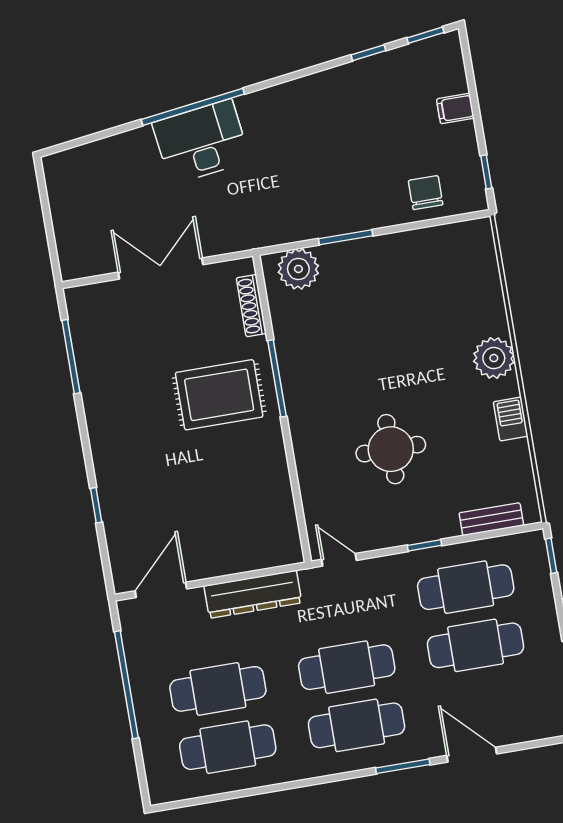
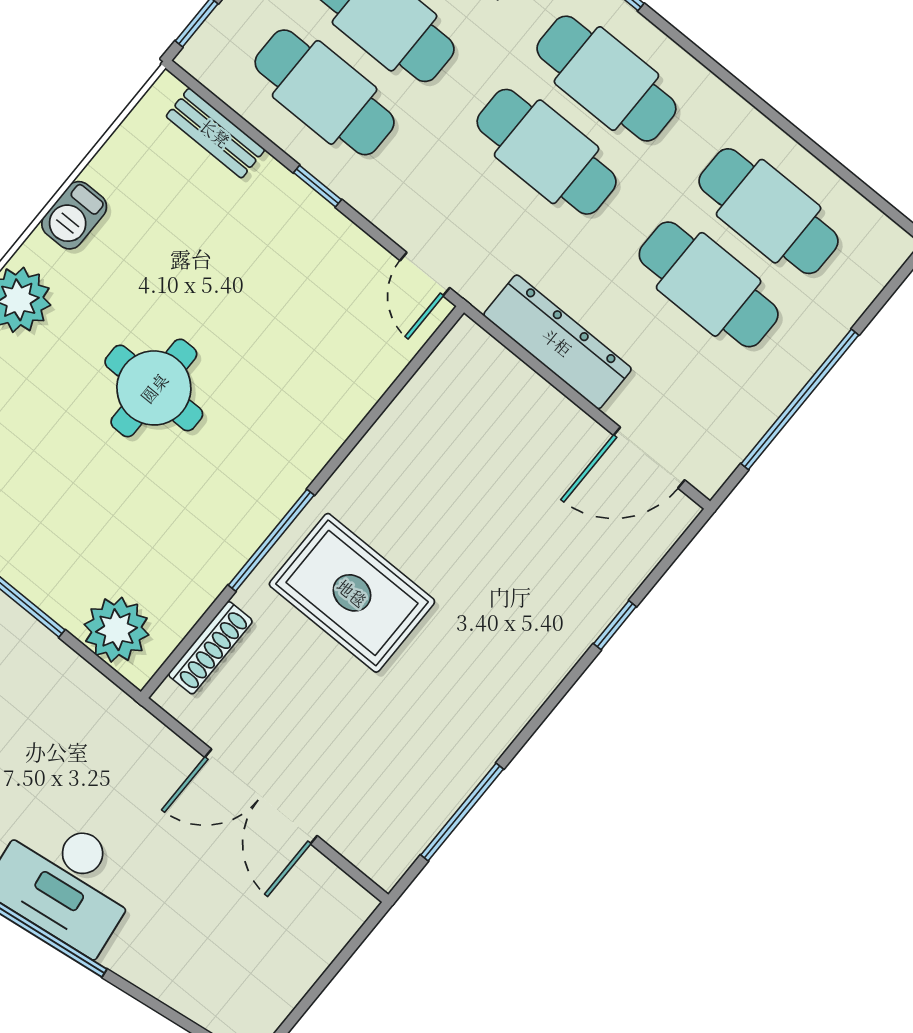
round table: (391, 449) -> (154, 388), moved

